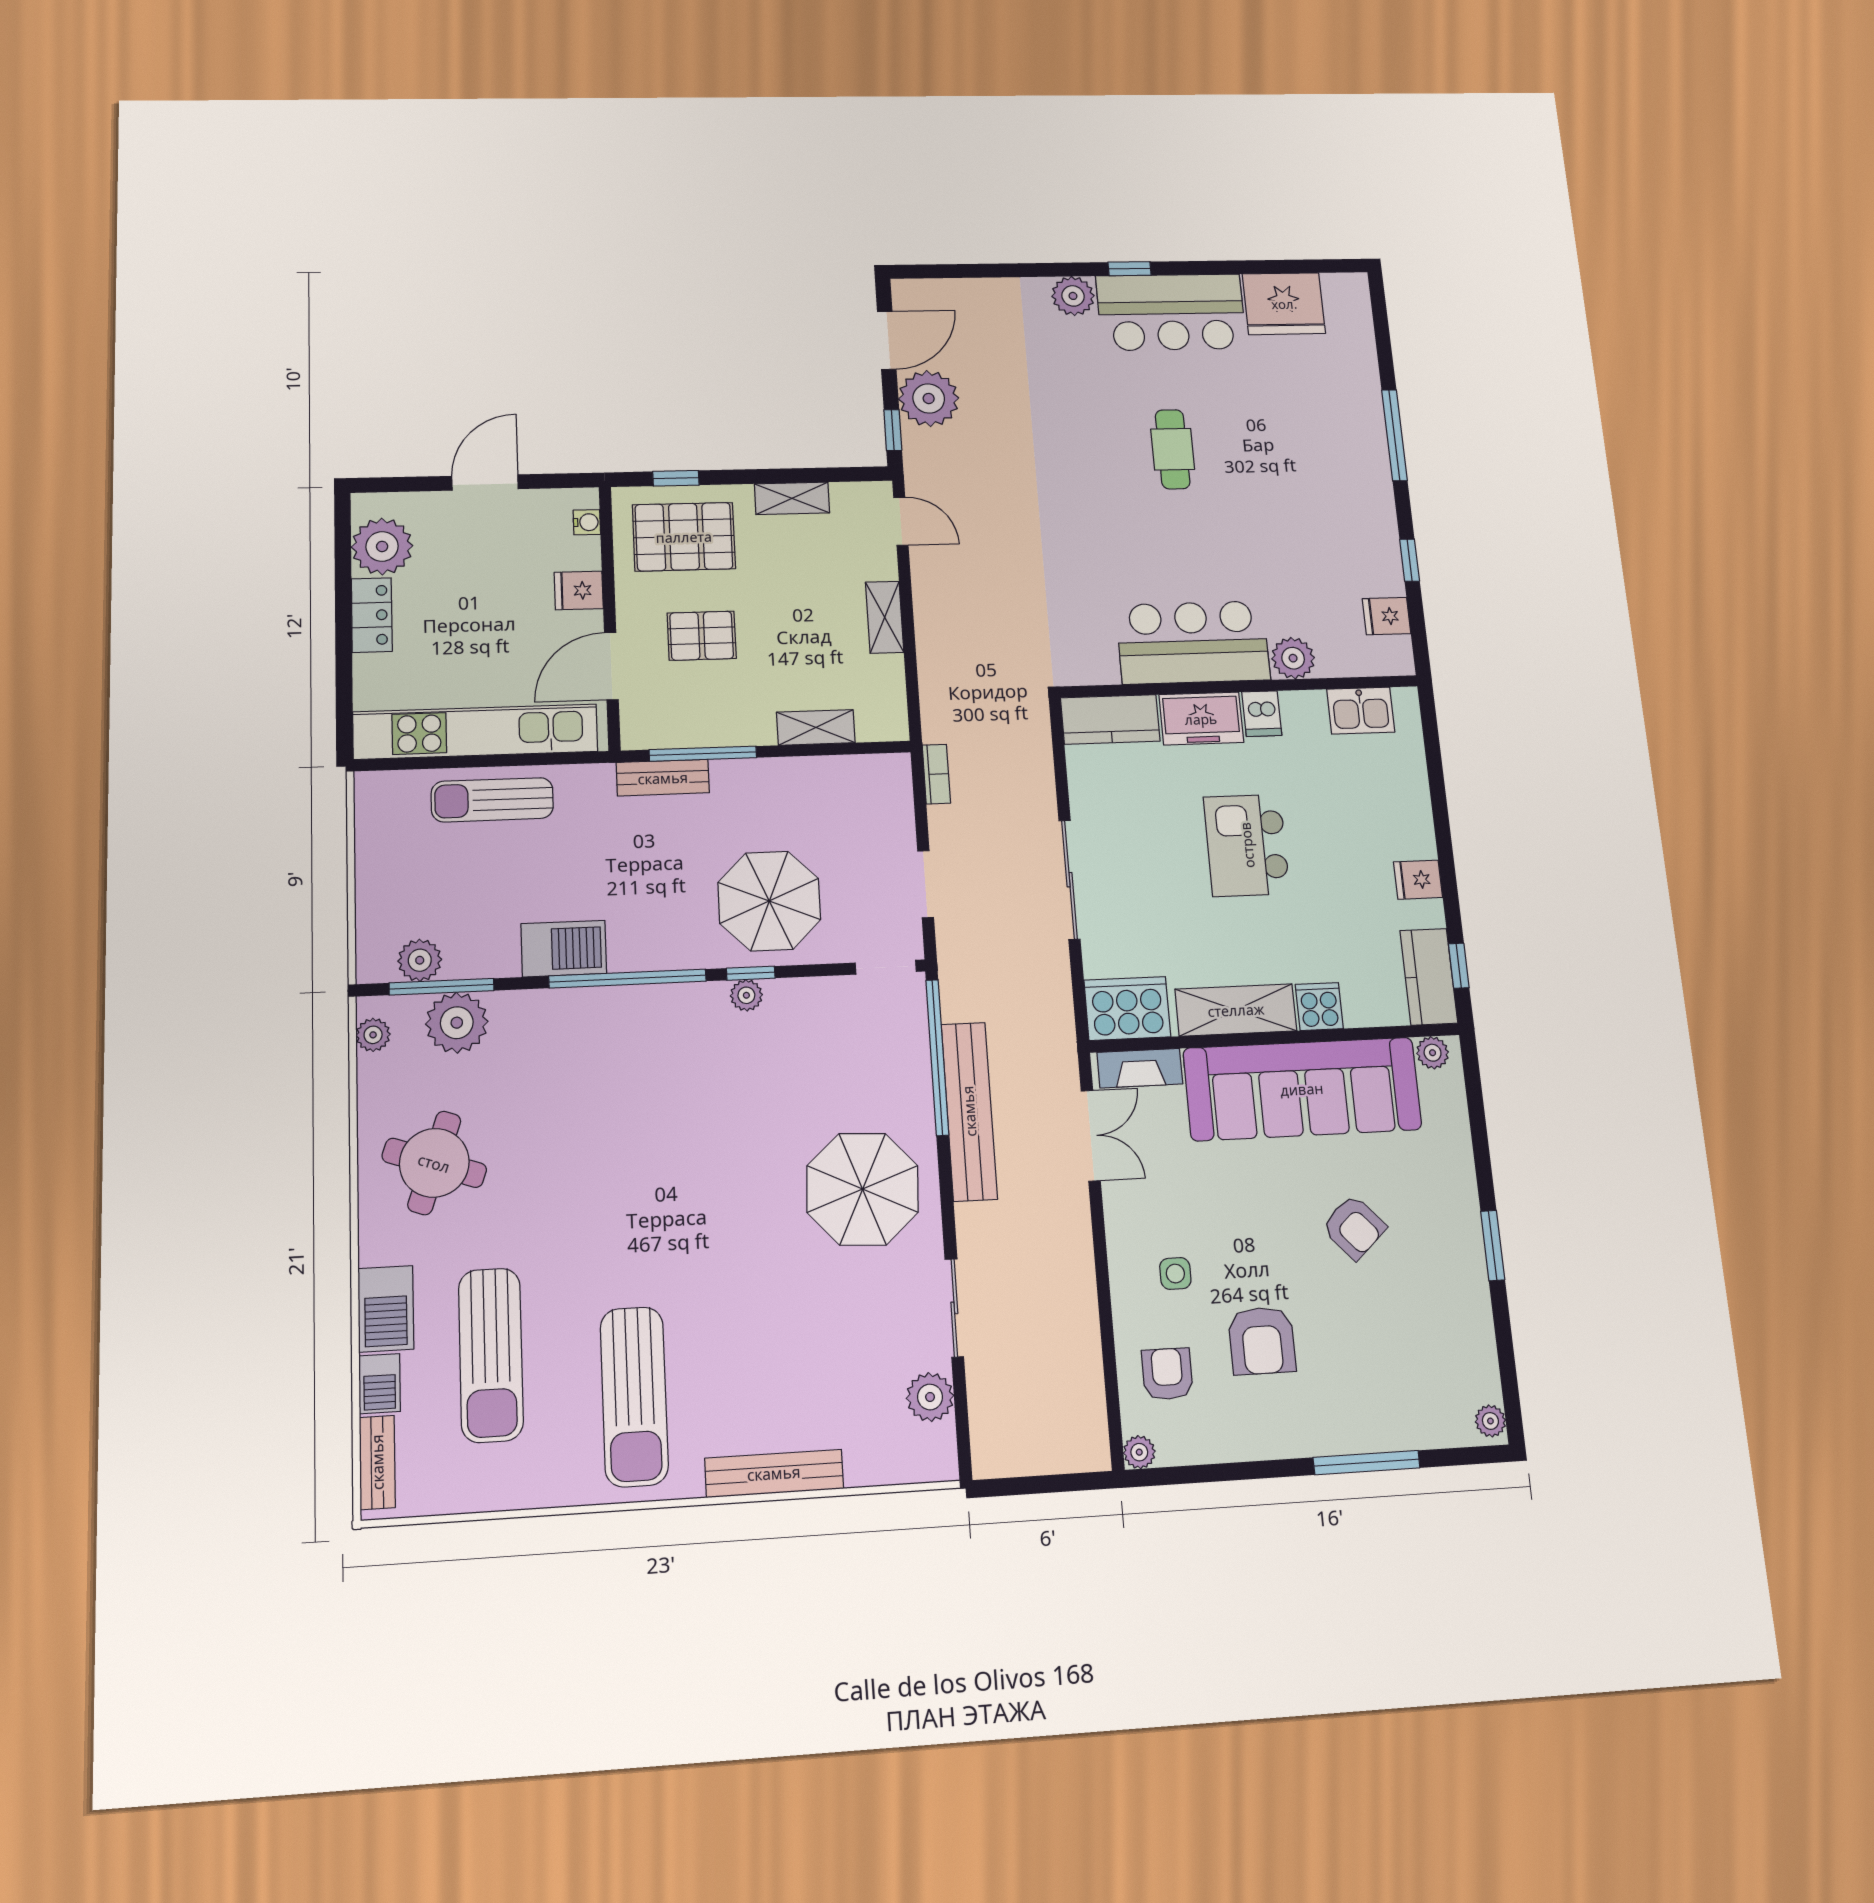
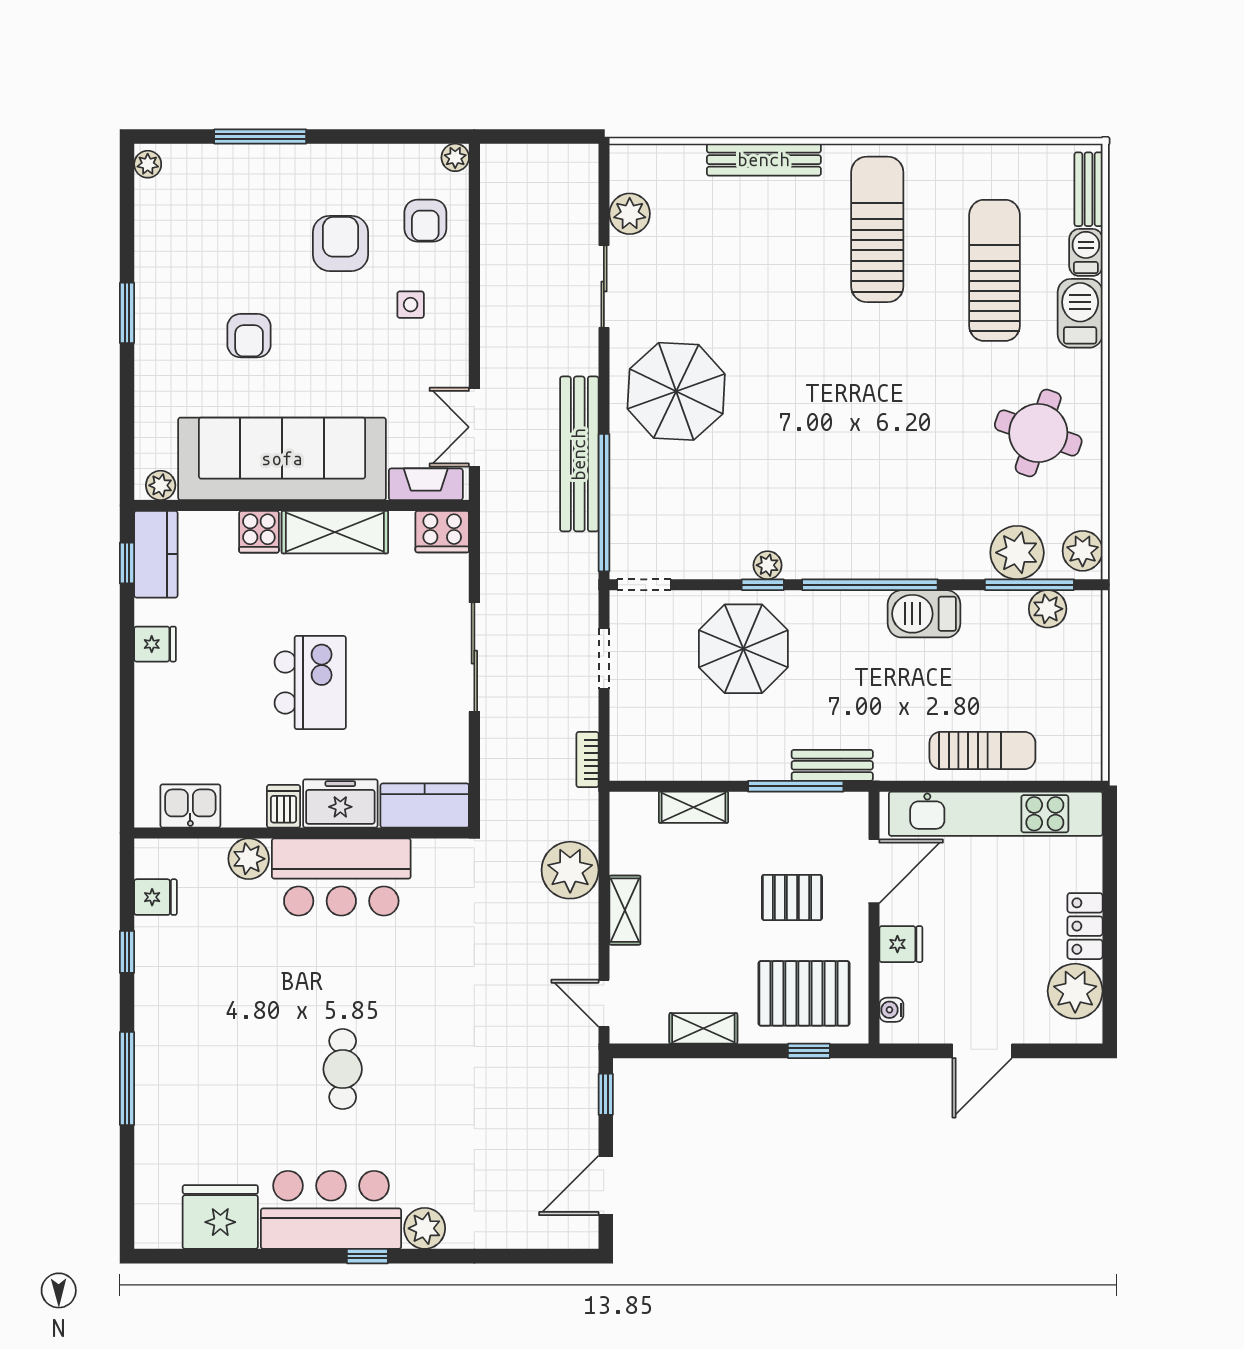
plant: (929, 398) -> (570, 870), moved
cooker: (1127, 1008) -> (442, 532), width x0.73, depth x0.76
plant: (373, 1035) -> (1083, 551), width x1.38, depth x1.38
armchair: (1354, 1227) -> (249, 336), turned -138

